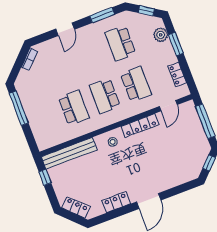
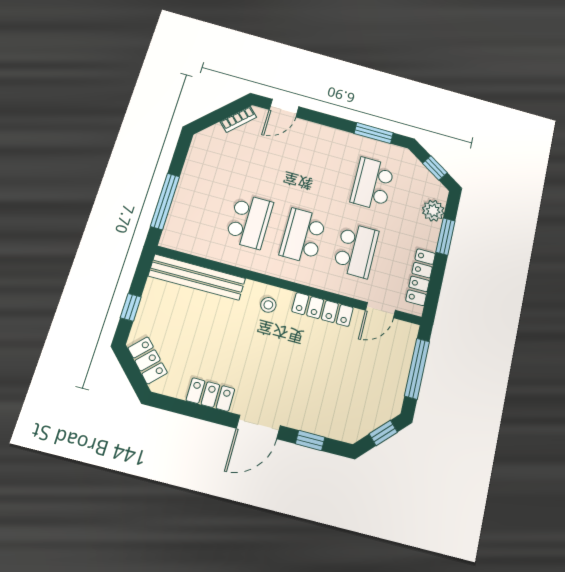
door: (65, 29) -> (284, 108), moved
locker: (177, 74) -> (421, 277), width x1.53
window: (19, 108) -> (165, 201), moved
window: (45, 177) -> (131, 307), moved
window: (177, 190) -> (310, 440), added

